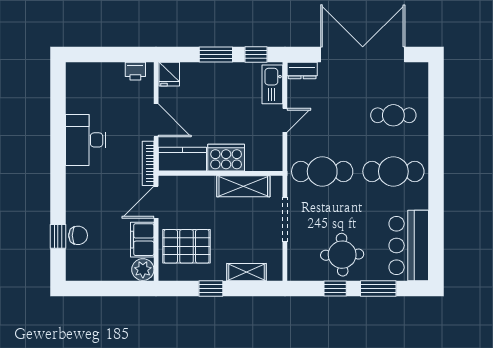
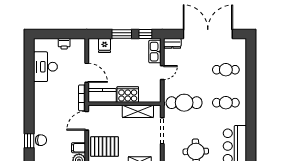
printer: (135, 71) -> (64, 44), moved
fridge: (169, 74) -> (105, 46), moved
desk: (86, 140) -> (45, 67), moved
cafe table: (393, 171) -> (226, 103), width x0.73, depth x0.74
filing cabinet: (142, 240) -> (79, 148), width x0.50

